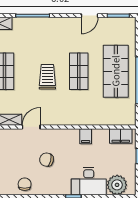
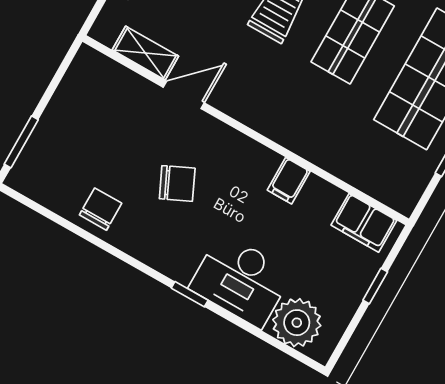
chair: (47, 160) -> (177, 183), turned 142

